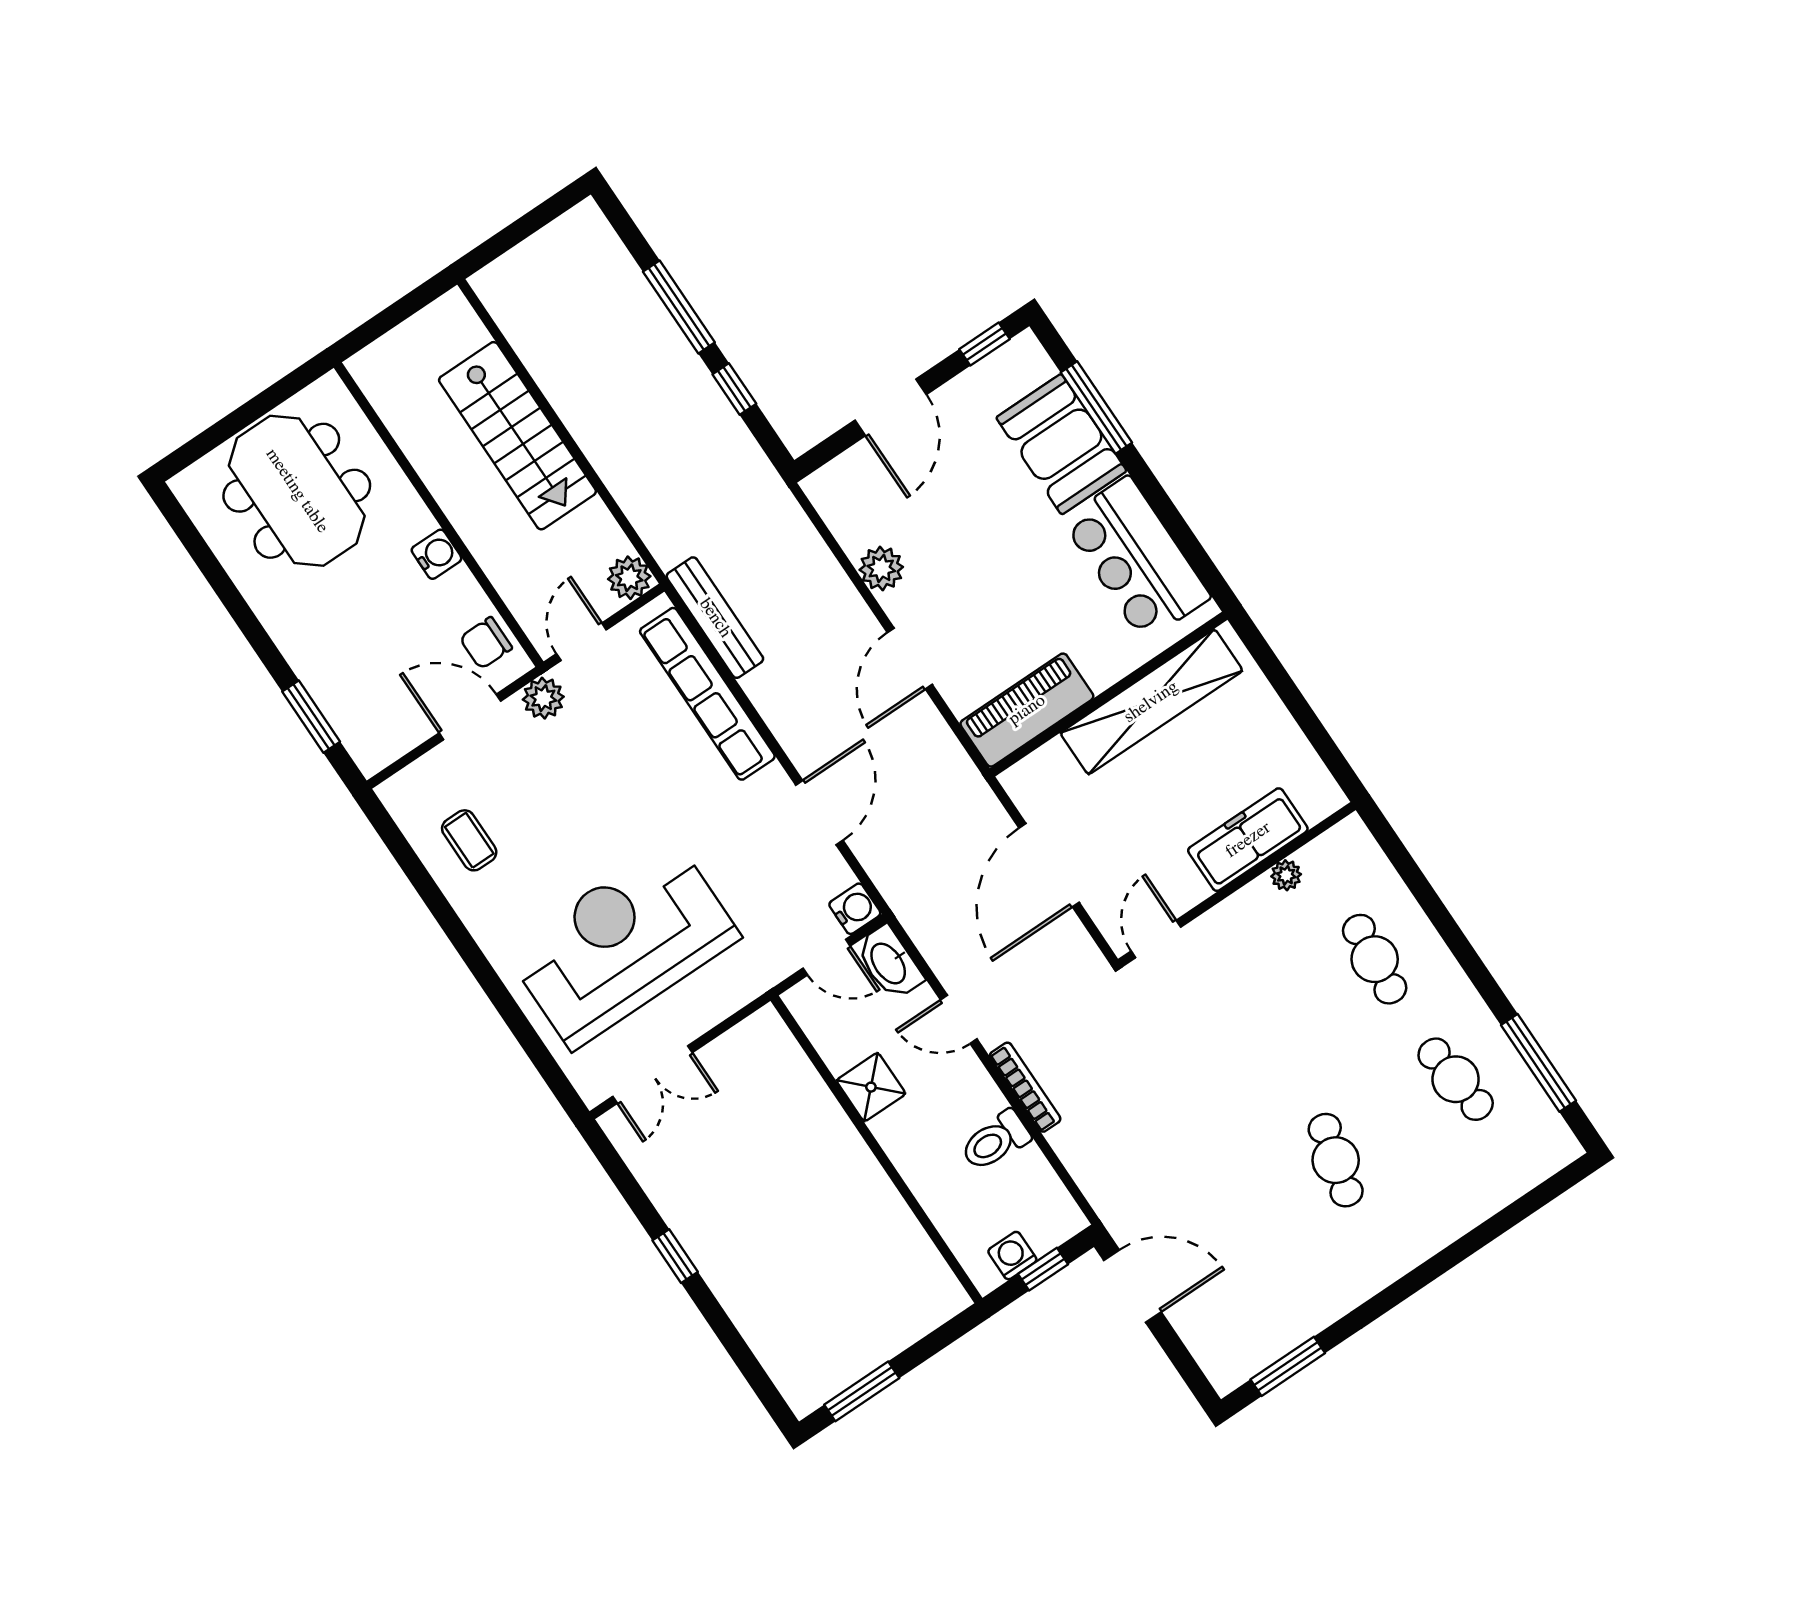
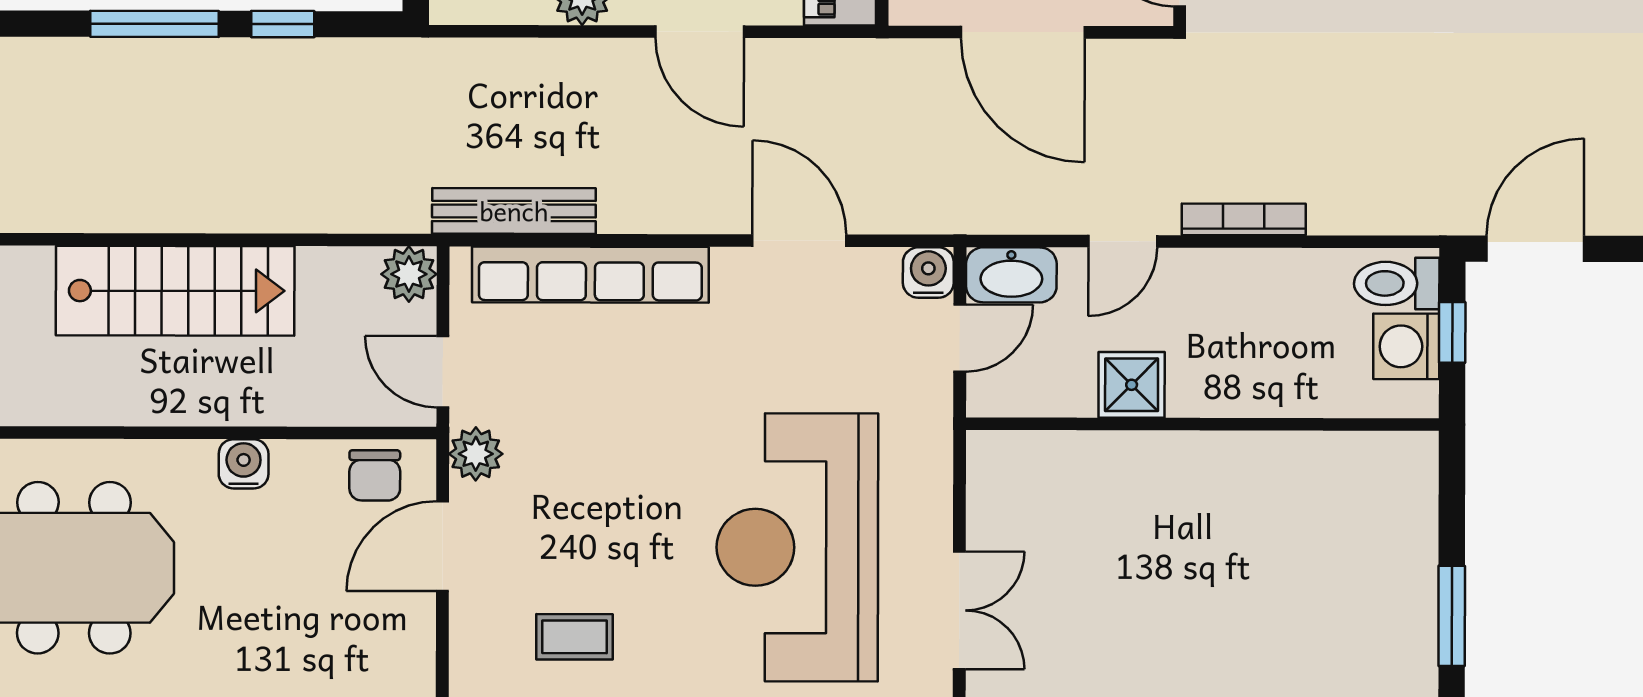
toilet: (995, 1141) -> (1397, 283), moved, turned 90
washing machine: (1012, 1256) -> (1406, 346), width x1.38, depth x1.38

